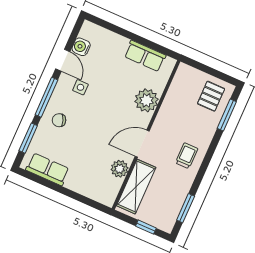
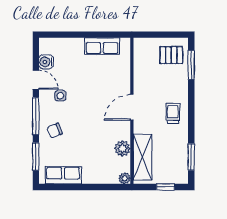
pallet: (211, 96) -> (171, 55), turned 90
plant: (146, 100) -> (125, 178), moved, width x0.53, depth x0.53
door: (142, 144) -> (132, 107), moved

